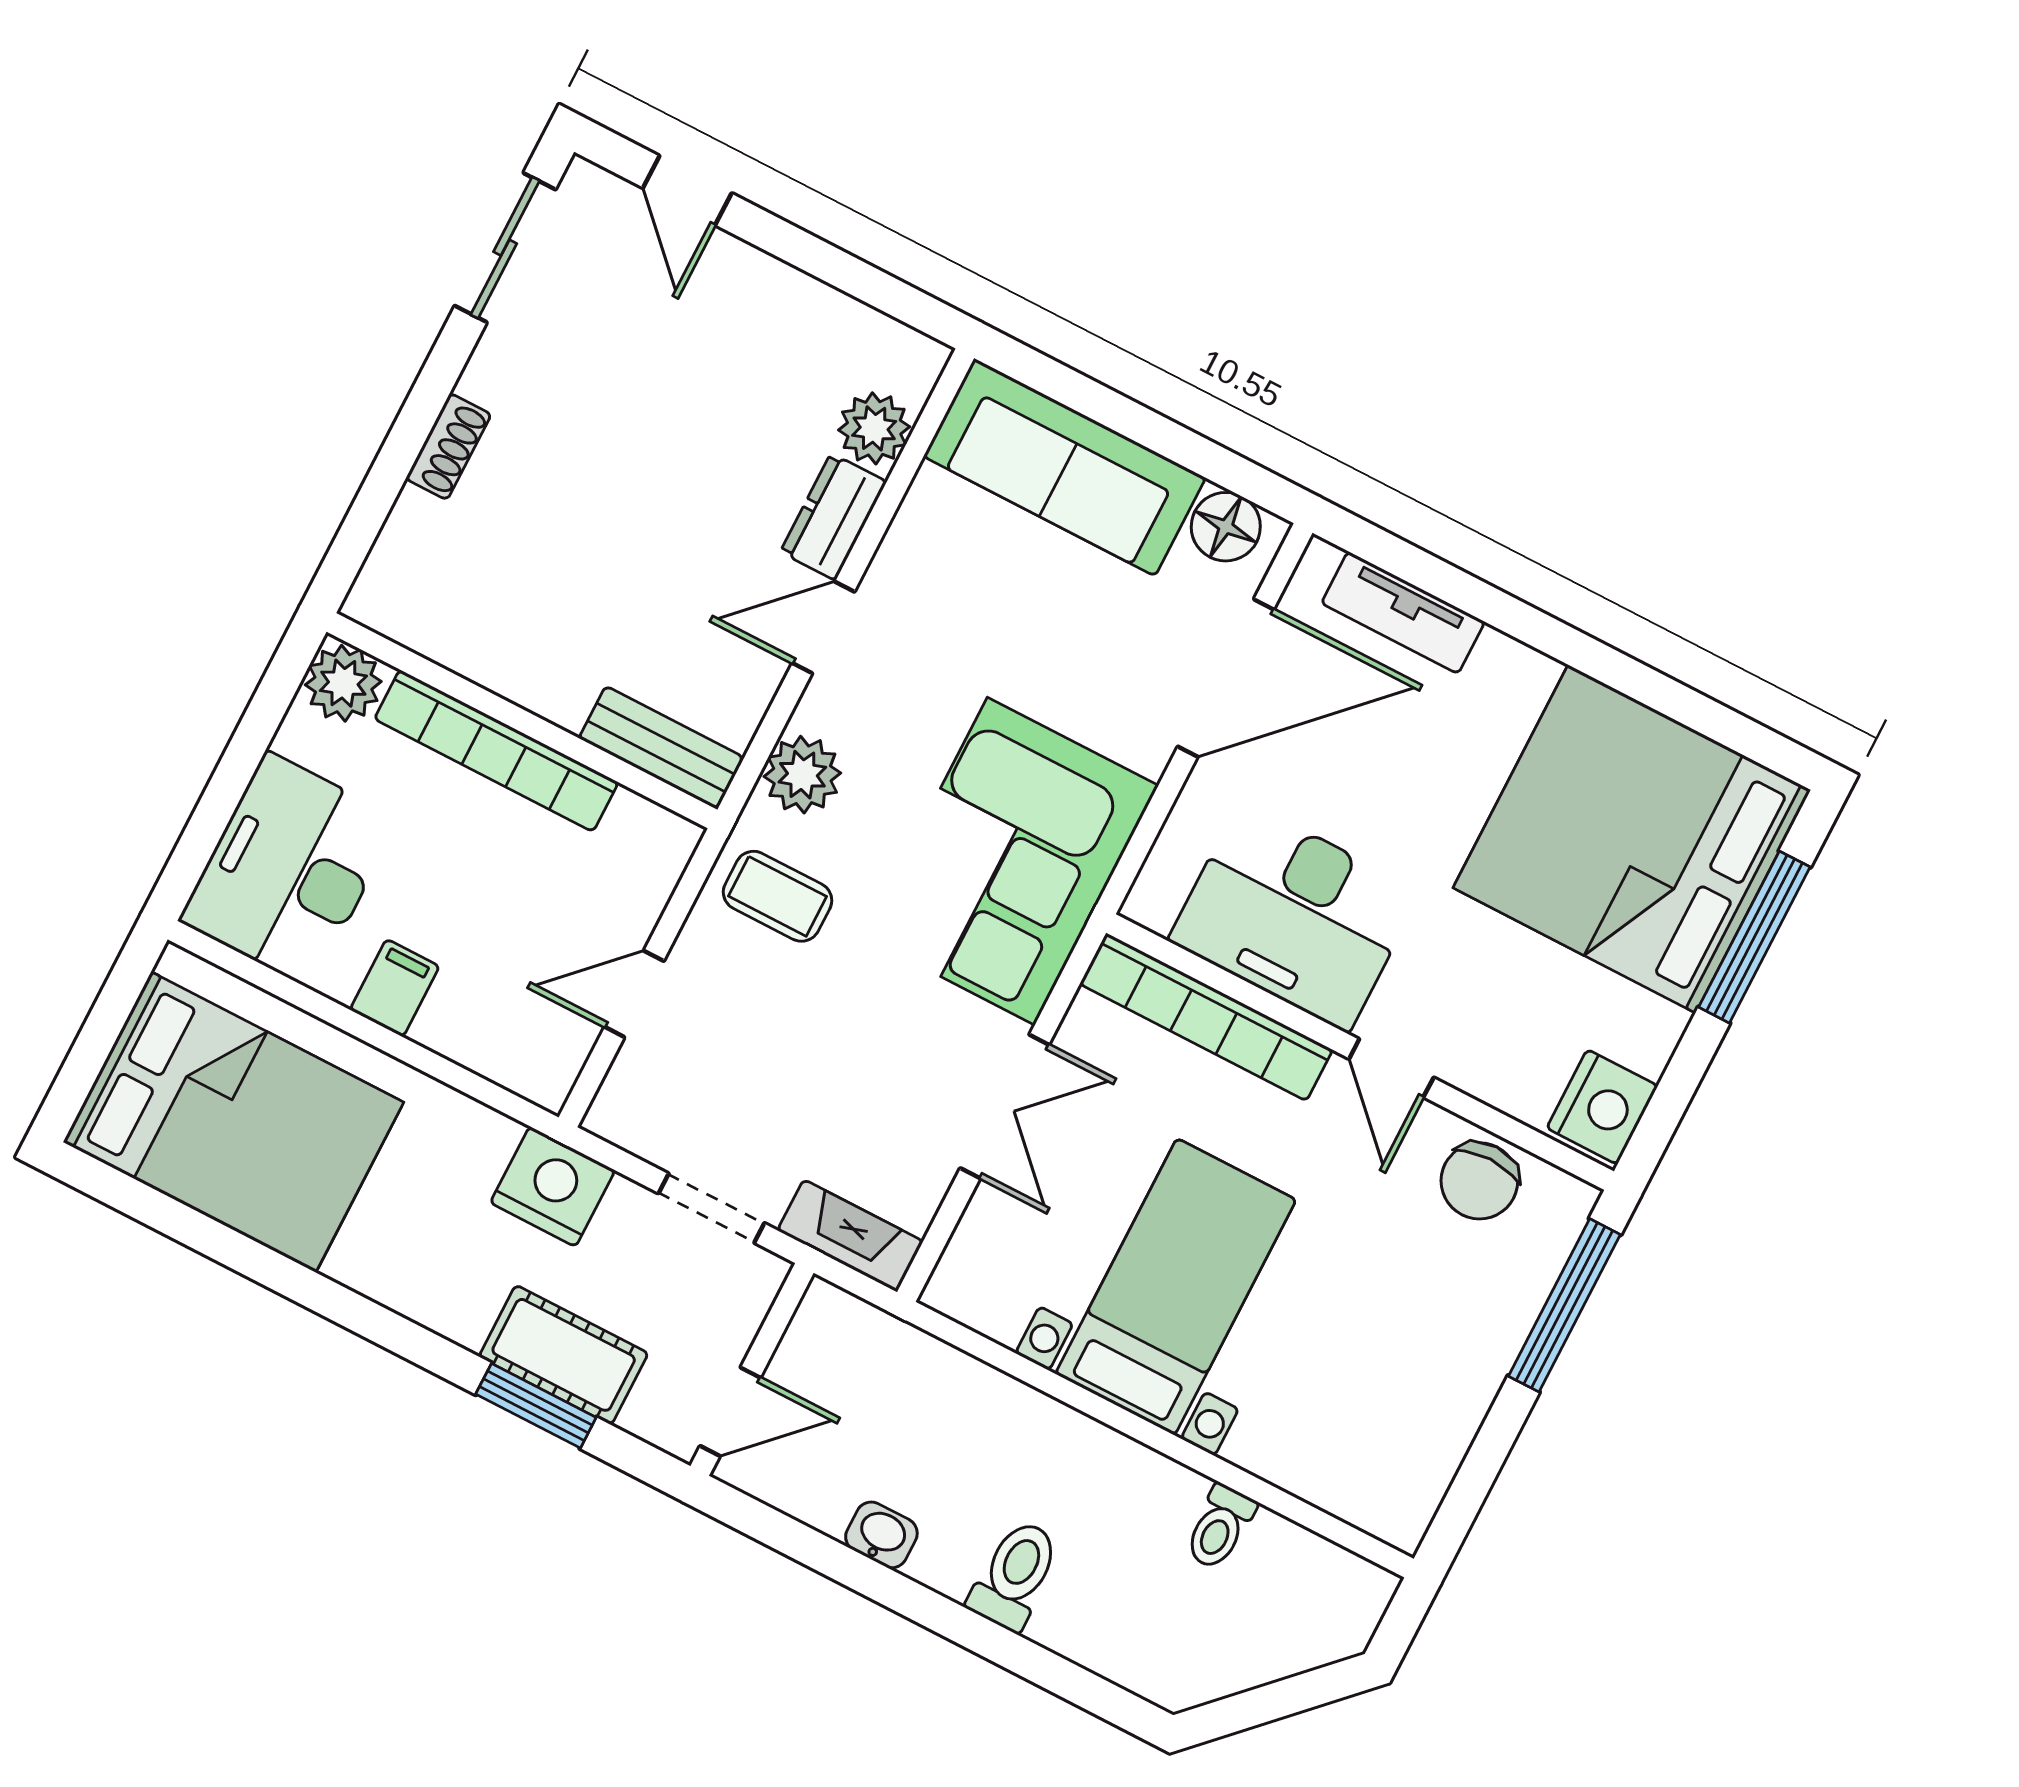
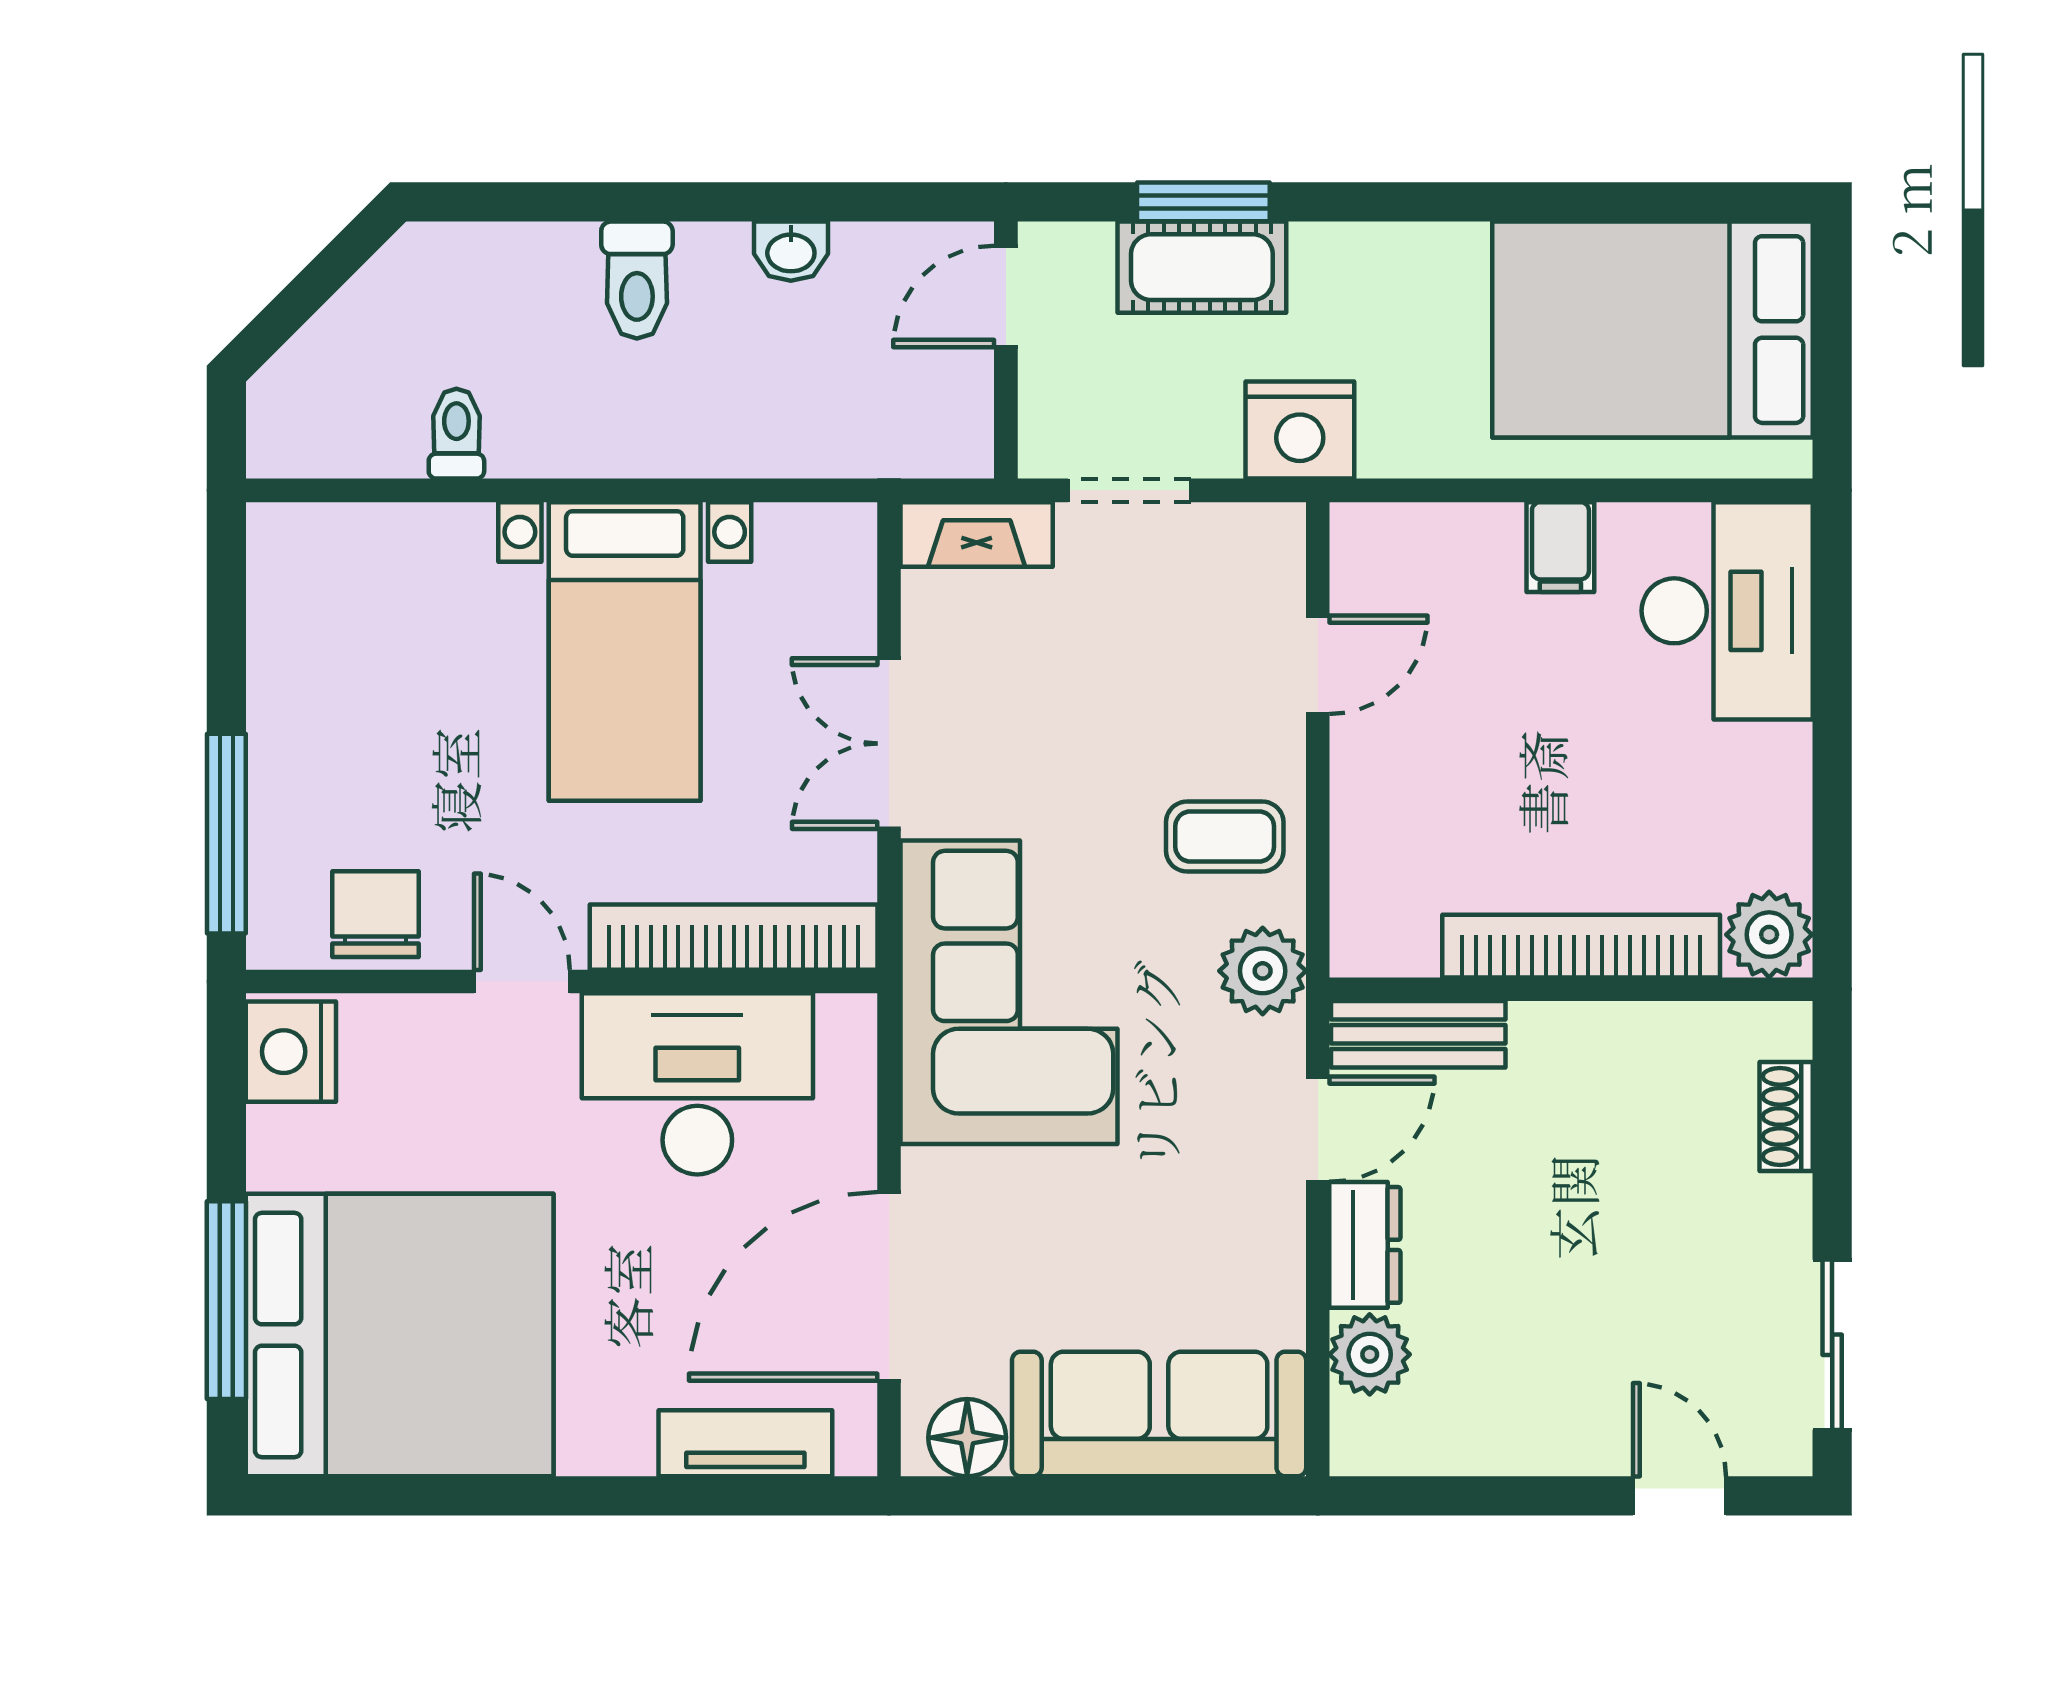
plant: (343, 683) -> (1769, 935), moved
wall: (522, 721) -> (1571, 989), moved
bench: (661, 748) -> (1418, 1034), moved
bookcase: (496, 751) -> (1581, 946), moved

